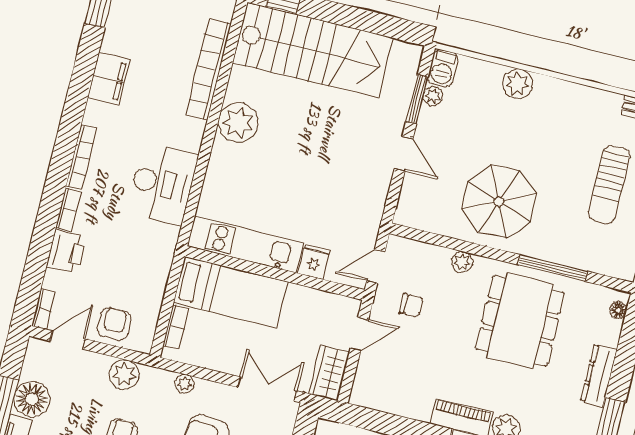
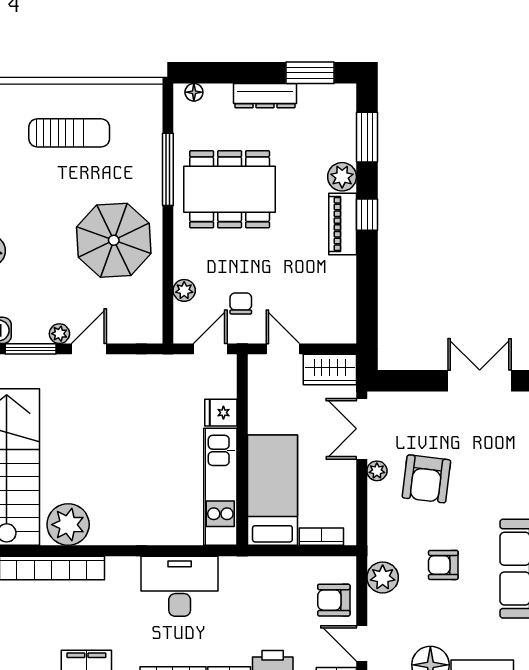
plant: (433, 96) -> (59, 334), moved
plant: (238, 123) -> (68, 525), moved
plant: (462, 262) -> (184, 290), moved
door: (376, 266) -> (210, 349), swing flipped
plant: (184, 384) -> (377, 471), moved

